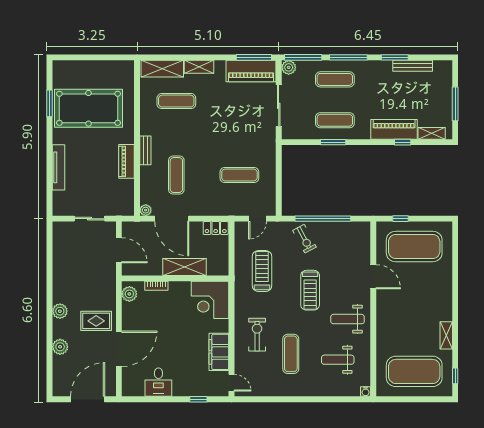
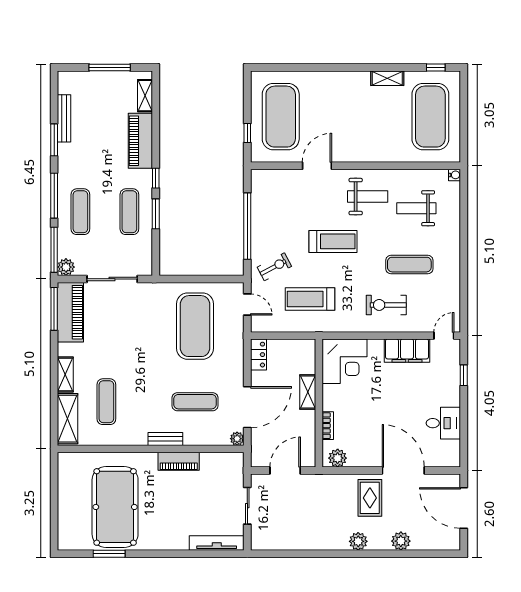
window: (403, 142) -> (156, 178), moved
tv unit: (58, 167) -> (217, 543), moved
exercise mat: (239, 175) -> (195, 326), width x2.00, depth x1.45
exercise bike: (304, 239) -> (274, 267), moved
shelving: (184, 267) -> (308, 392), width x0.67, depth x0.75
weight bench: (347, 319) -> (368, 197), turned -90
weight bench: (338, 360) -> (416, 208), turned 90

